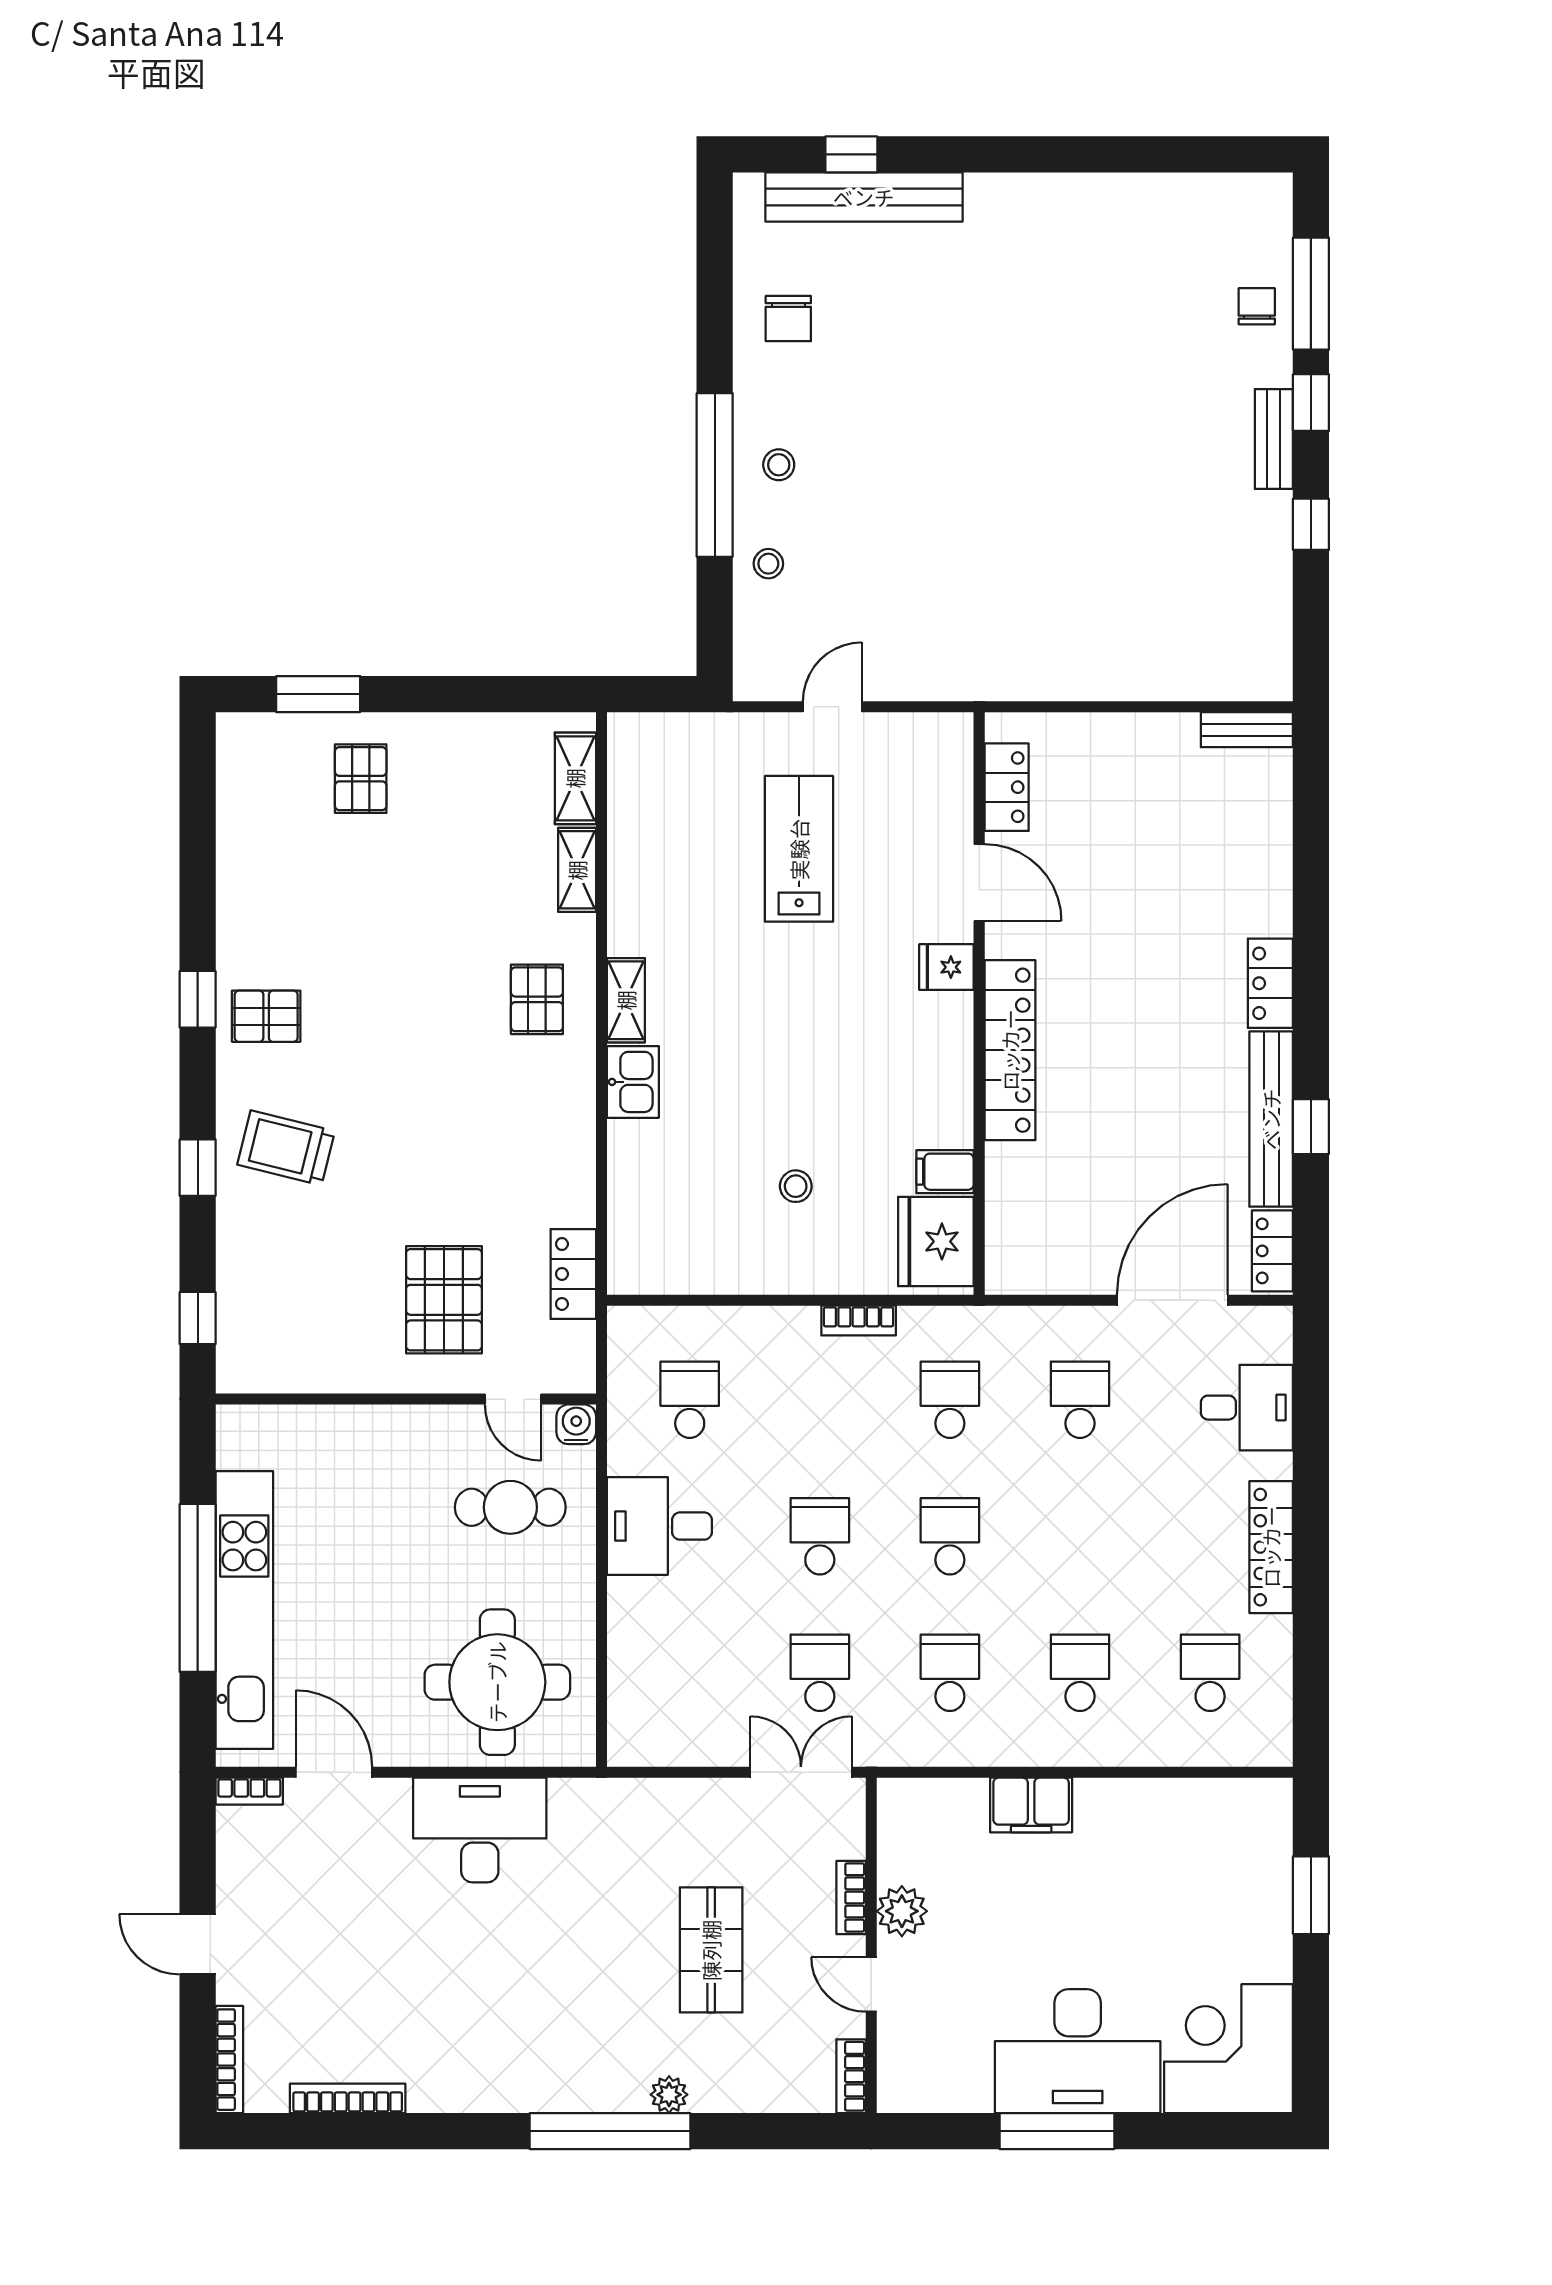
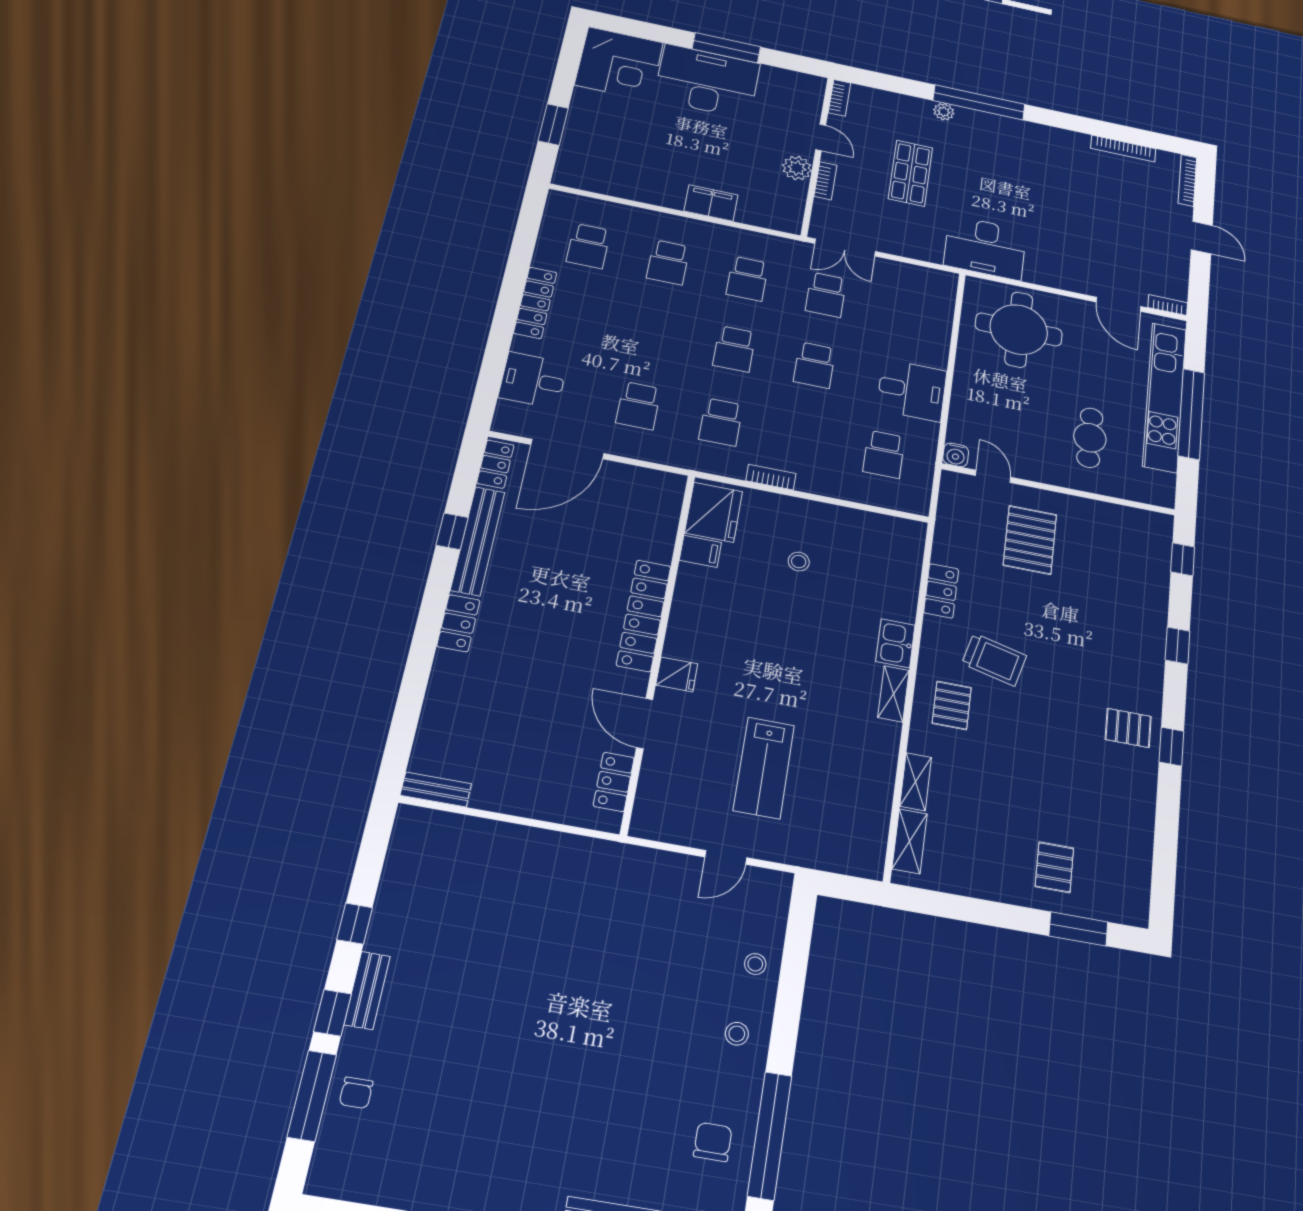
window: (715, 475) -> (770, 1135), moved
trolley: (286, 1148) -> (994, 660), moved
locker: (573, 1274) -> (941, 591), moved
cafe table: (510, 1507) -> (1090, 438), moved, turned 90
desk: (480, 1830) -> (985, 248), moved

